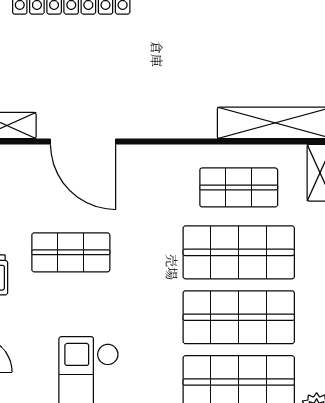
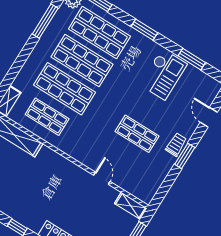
door: (83, 142) -> (102, 178), width x0.53

